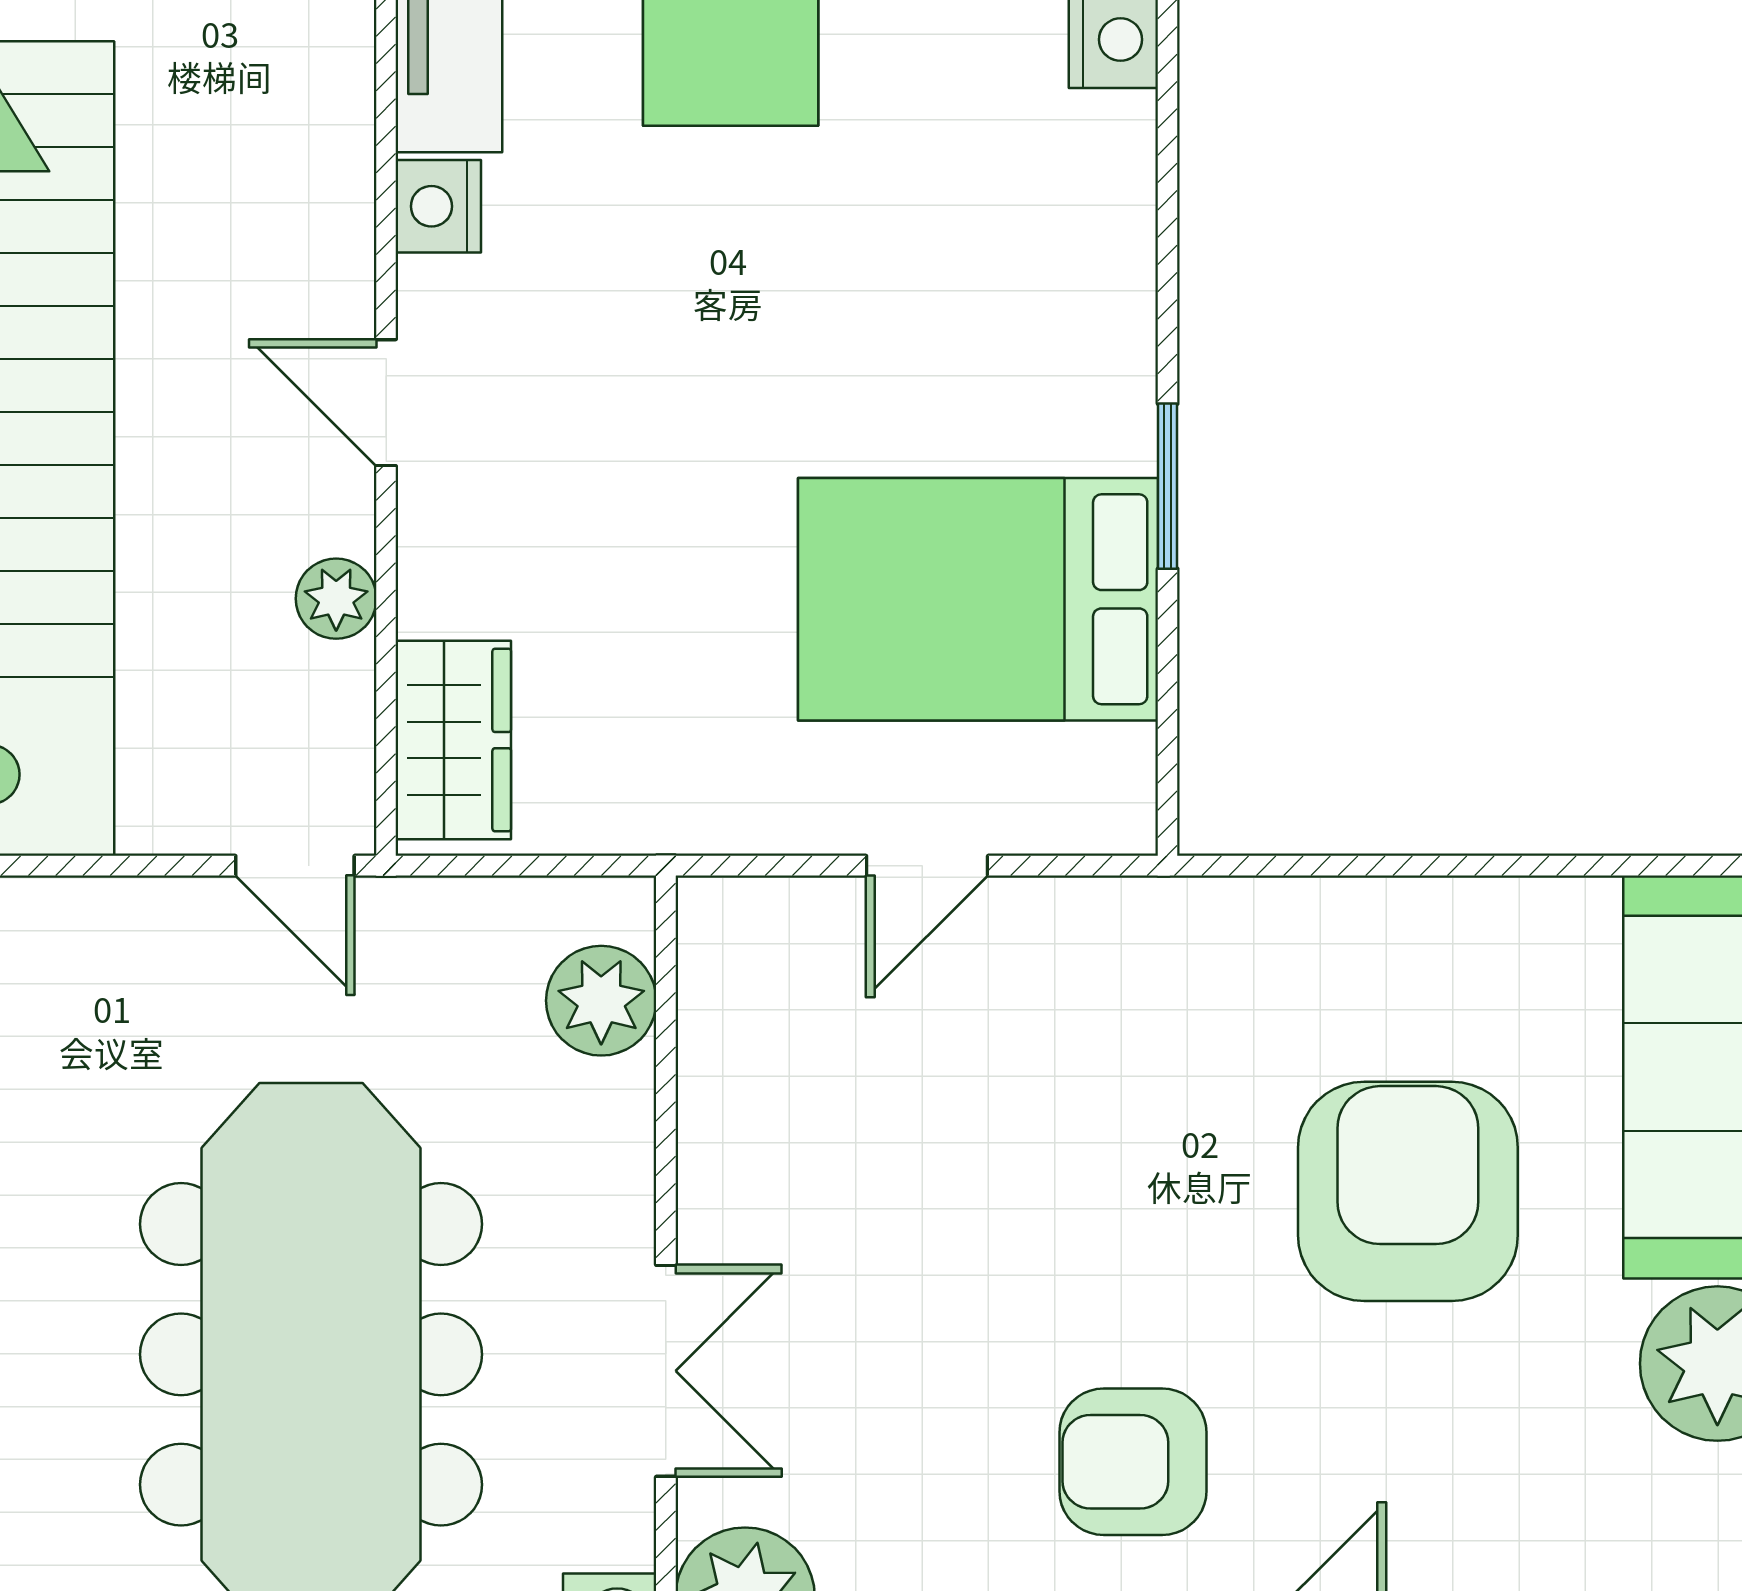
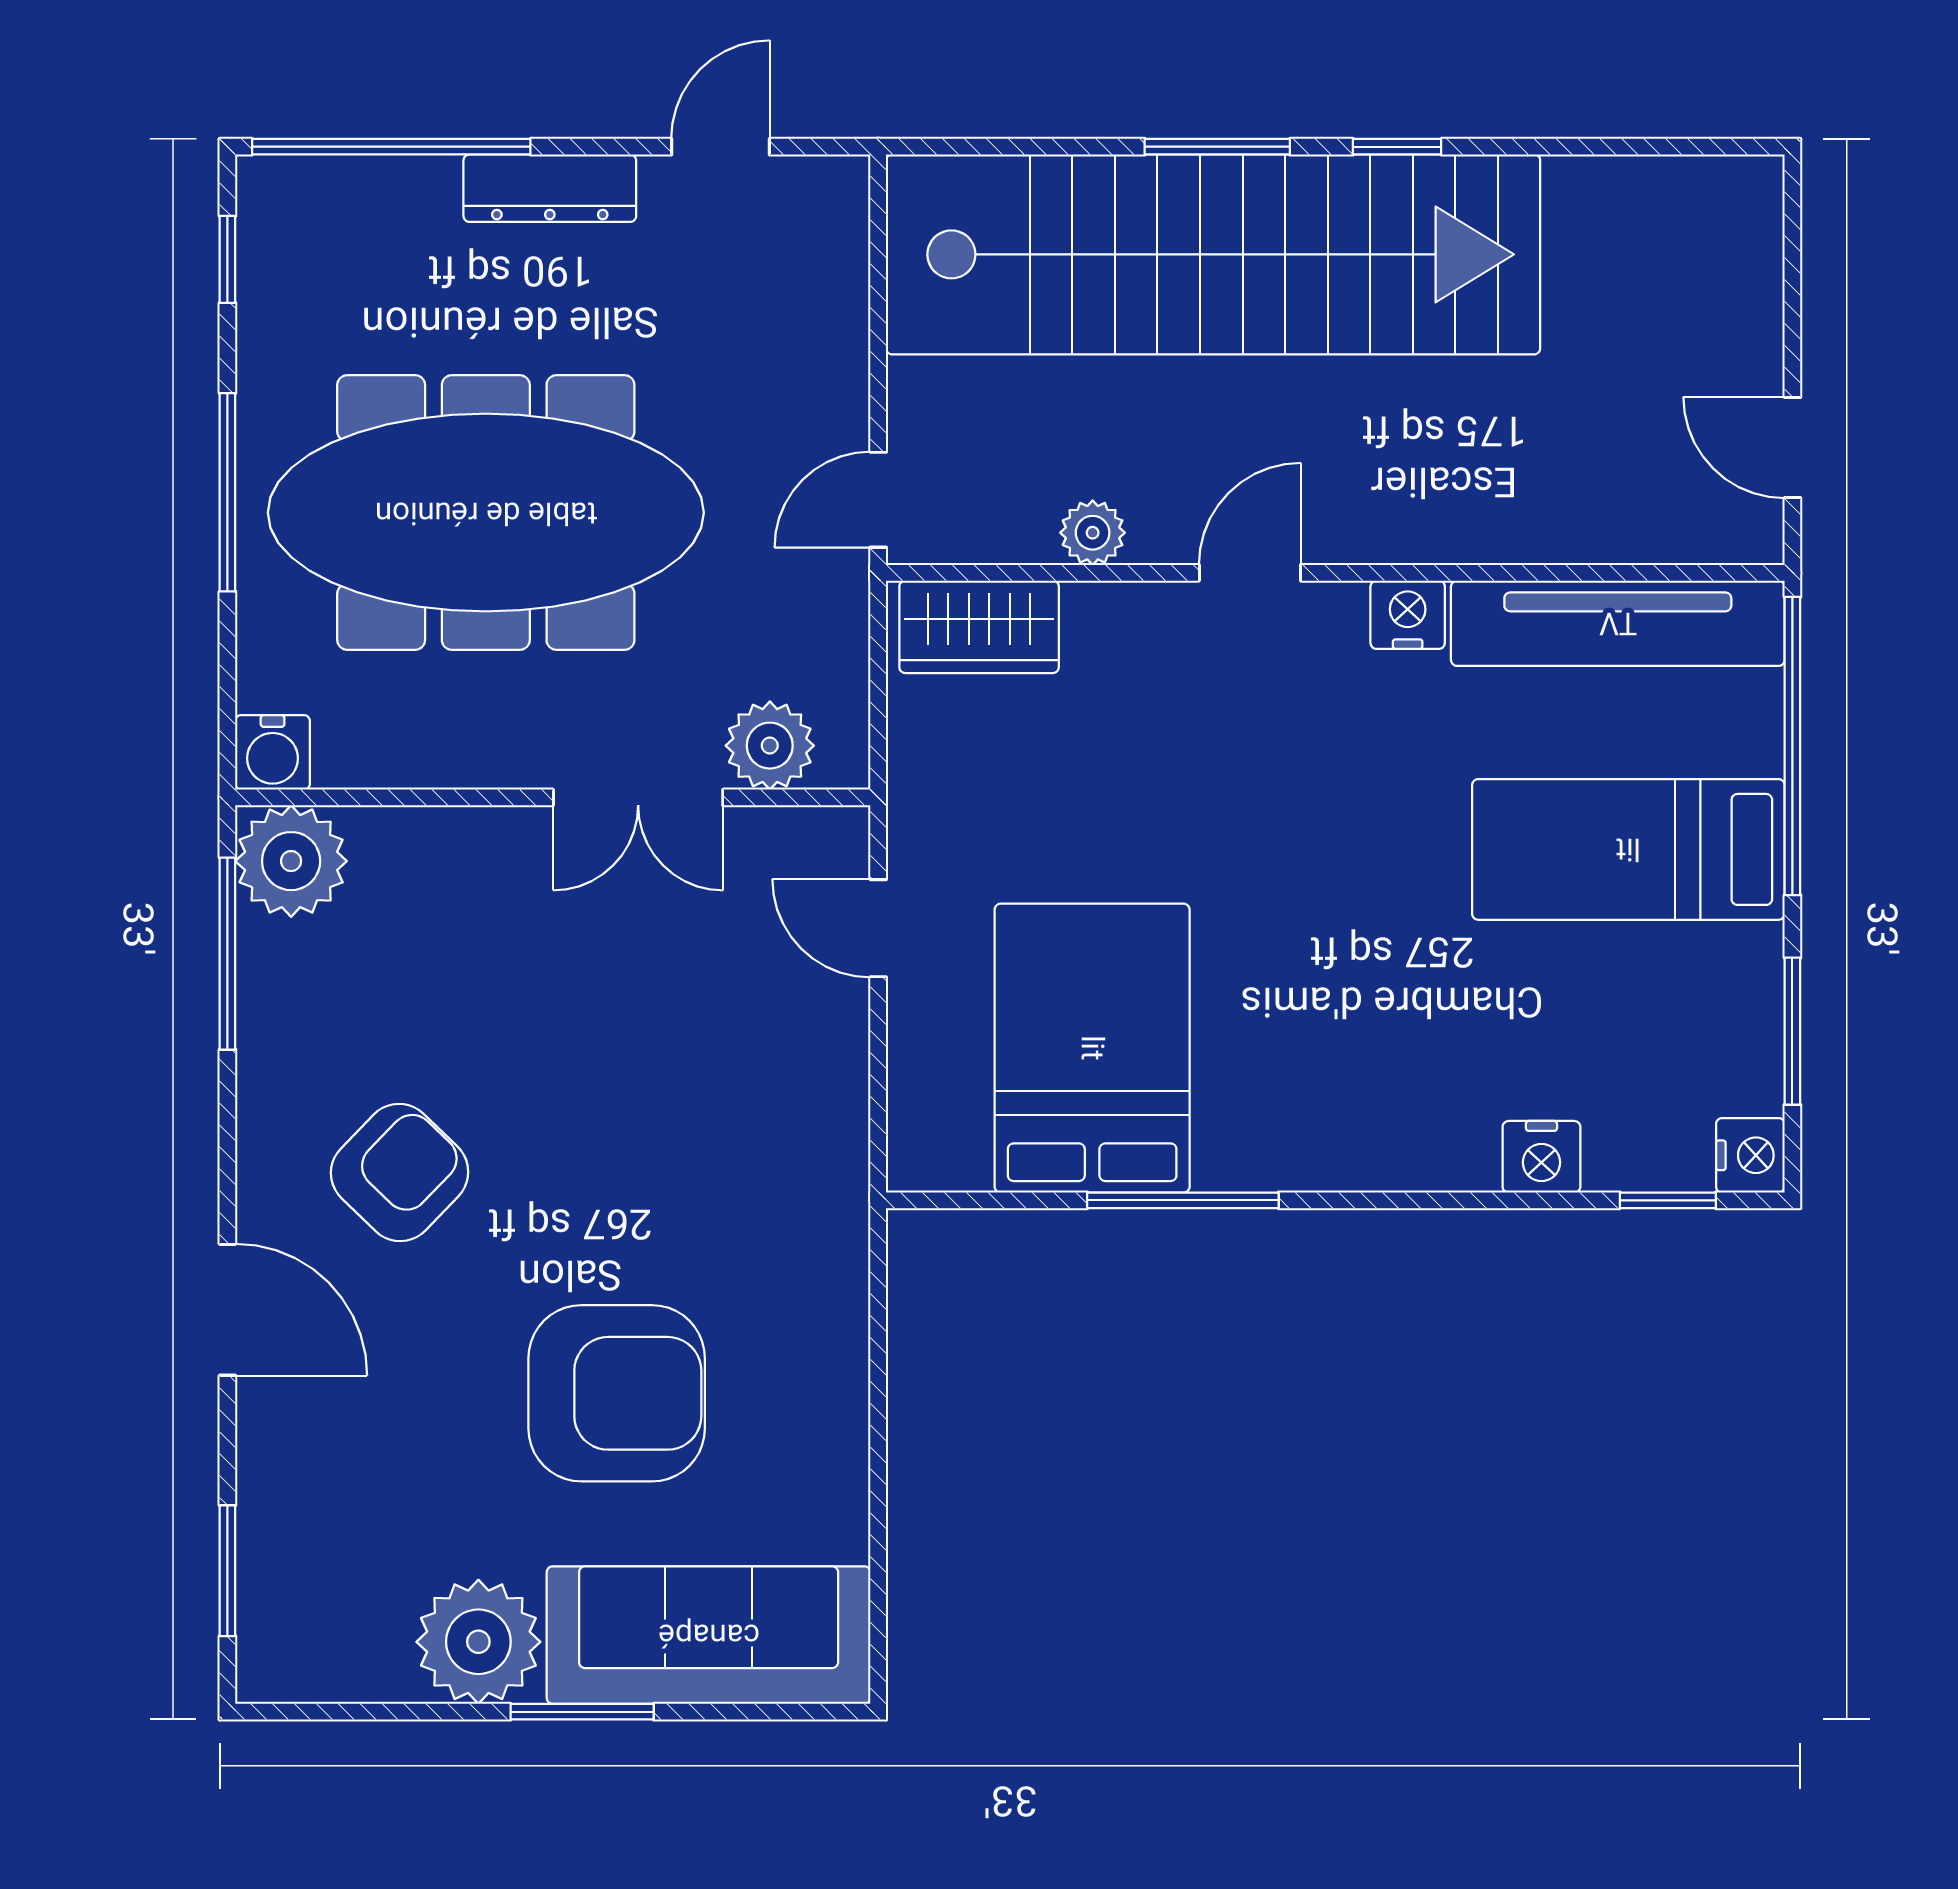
window: (1168, 486) -> (1183, 1200), width x1.44
door: (927, 866) -> (878, 928), moved
double door: (666, 1371) -> (638, 797), moved
armchair: (1133, 1462) -> (400, 1172), turned 44

